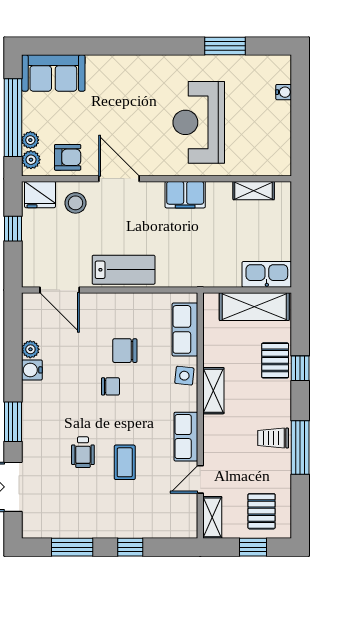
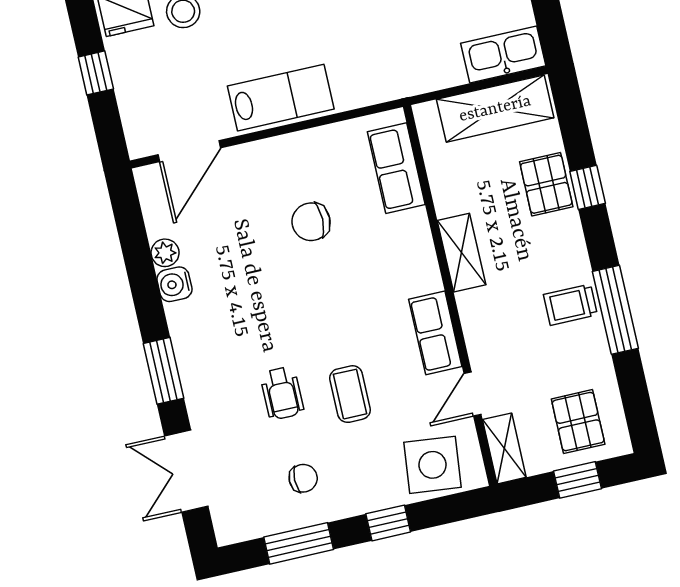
door: (60, 290) -> (189, 151), hinge flipped
side table: (184, 376) -> (433, 465), moved, width x1.87, depth x1.87
chair: (110, 386) -> (303, 478), moved

